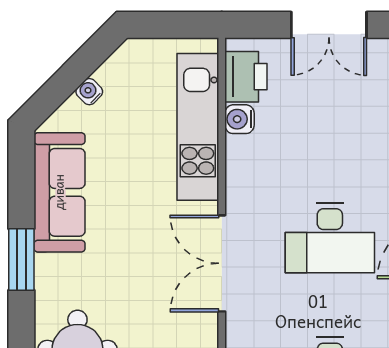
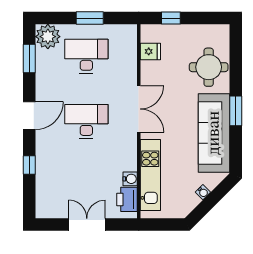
sofa: (59, 192) -> (214, 133), width x1.36, depth x1.27

